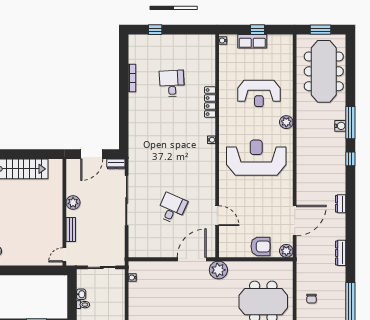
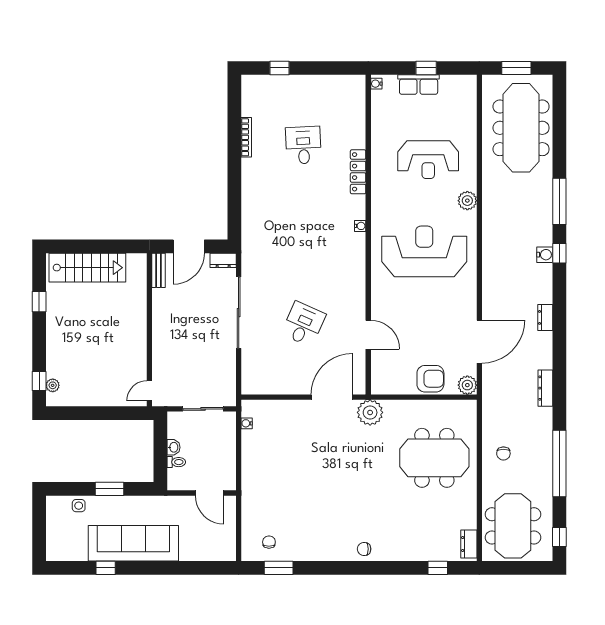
water cooler: (340, 126) -> (545, 255), moved
plant: (73, 203) -> (162, 316), removed
bench: (71, 230) -> (159, 270), moved

